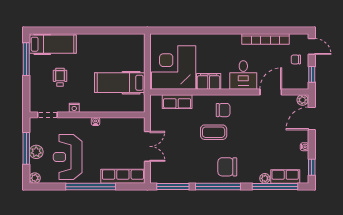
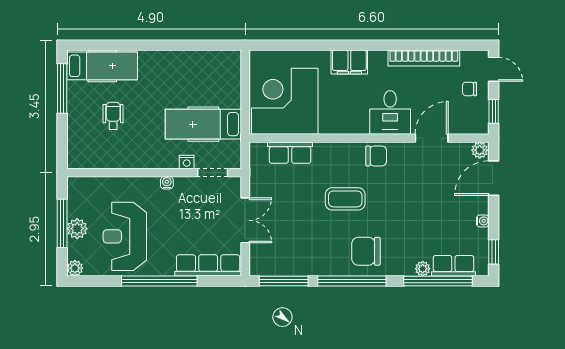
filing cabinet: (209, 81) -> (349, 62), moved, turned 180
nightstand: (74, 108) -> (187, 162), moved
chair: (223, 110) -> (376, 156), moved
doorway: (47, 115) -> (213, 173), moved

